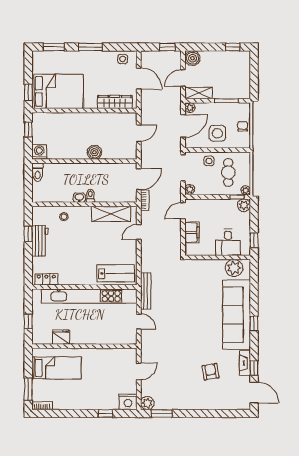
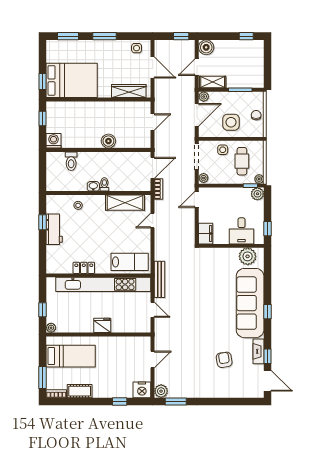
toilet: (38, 172) -> (71, 161), moved
filing cabinet: (192, 232) -> (206, 234), moved
locker: (46, 279) -> (84, 268), moved
fridge: (61, 337) -> (102, 325), moved
plant: (37, 339) -> (51, 328), added
cot: (65, 403) -> (80, 391), added

